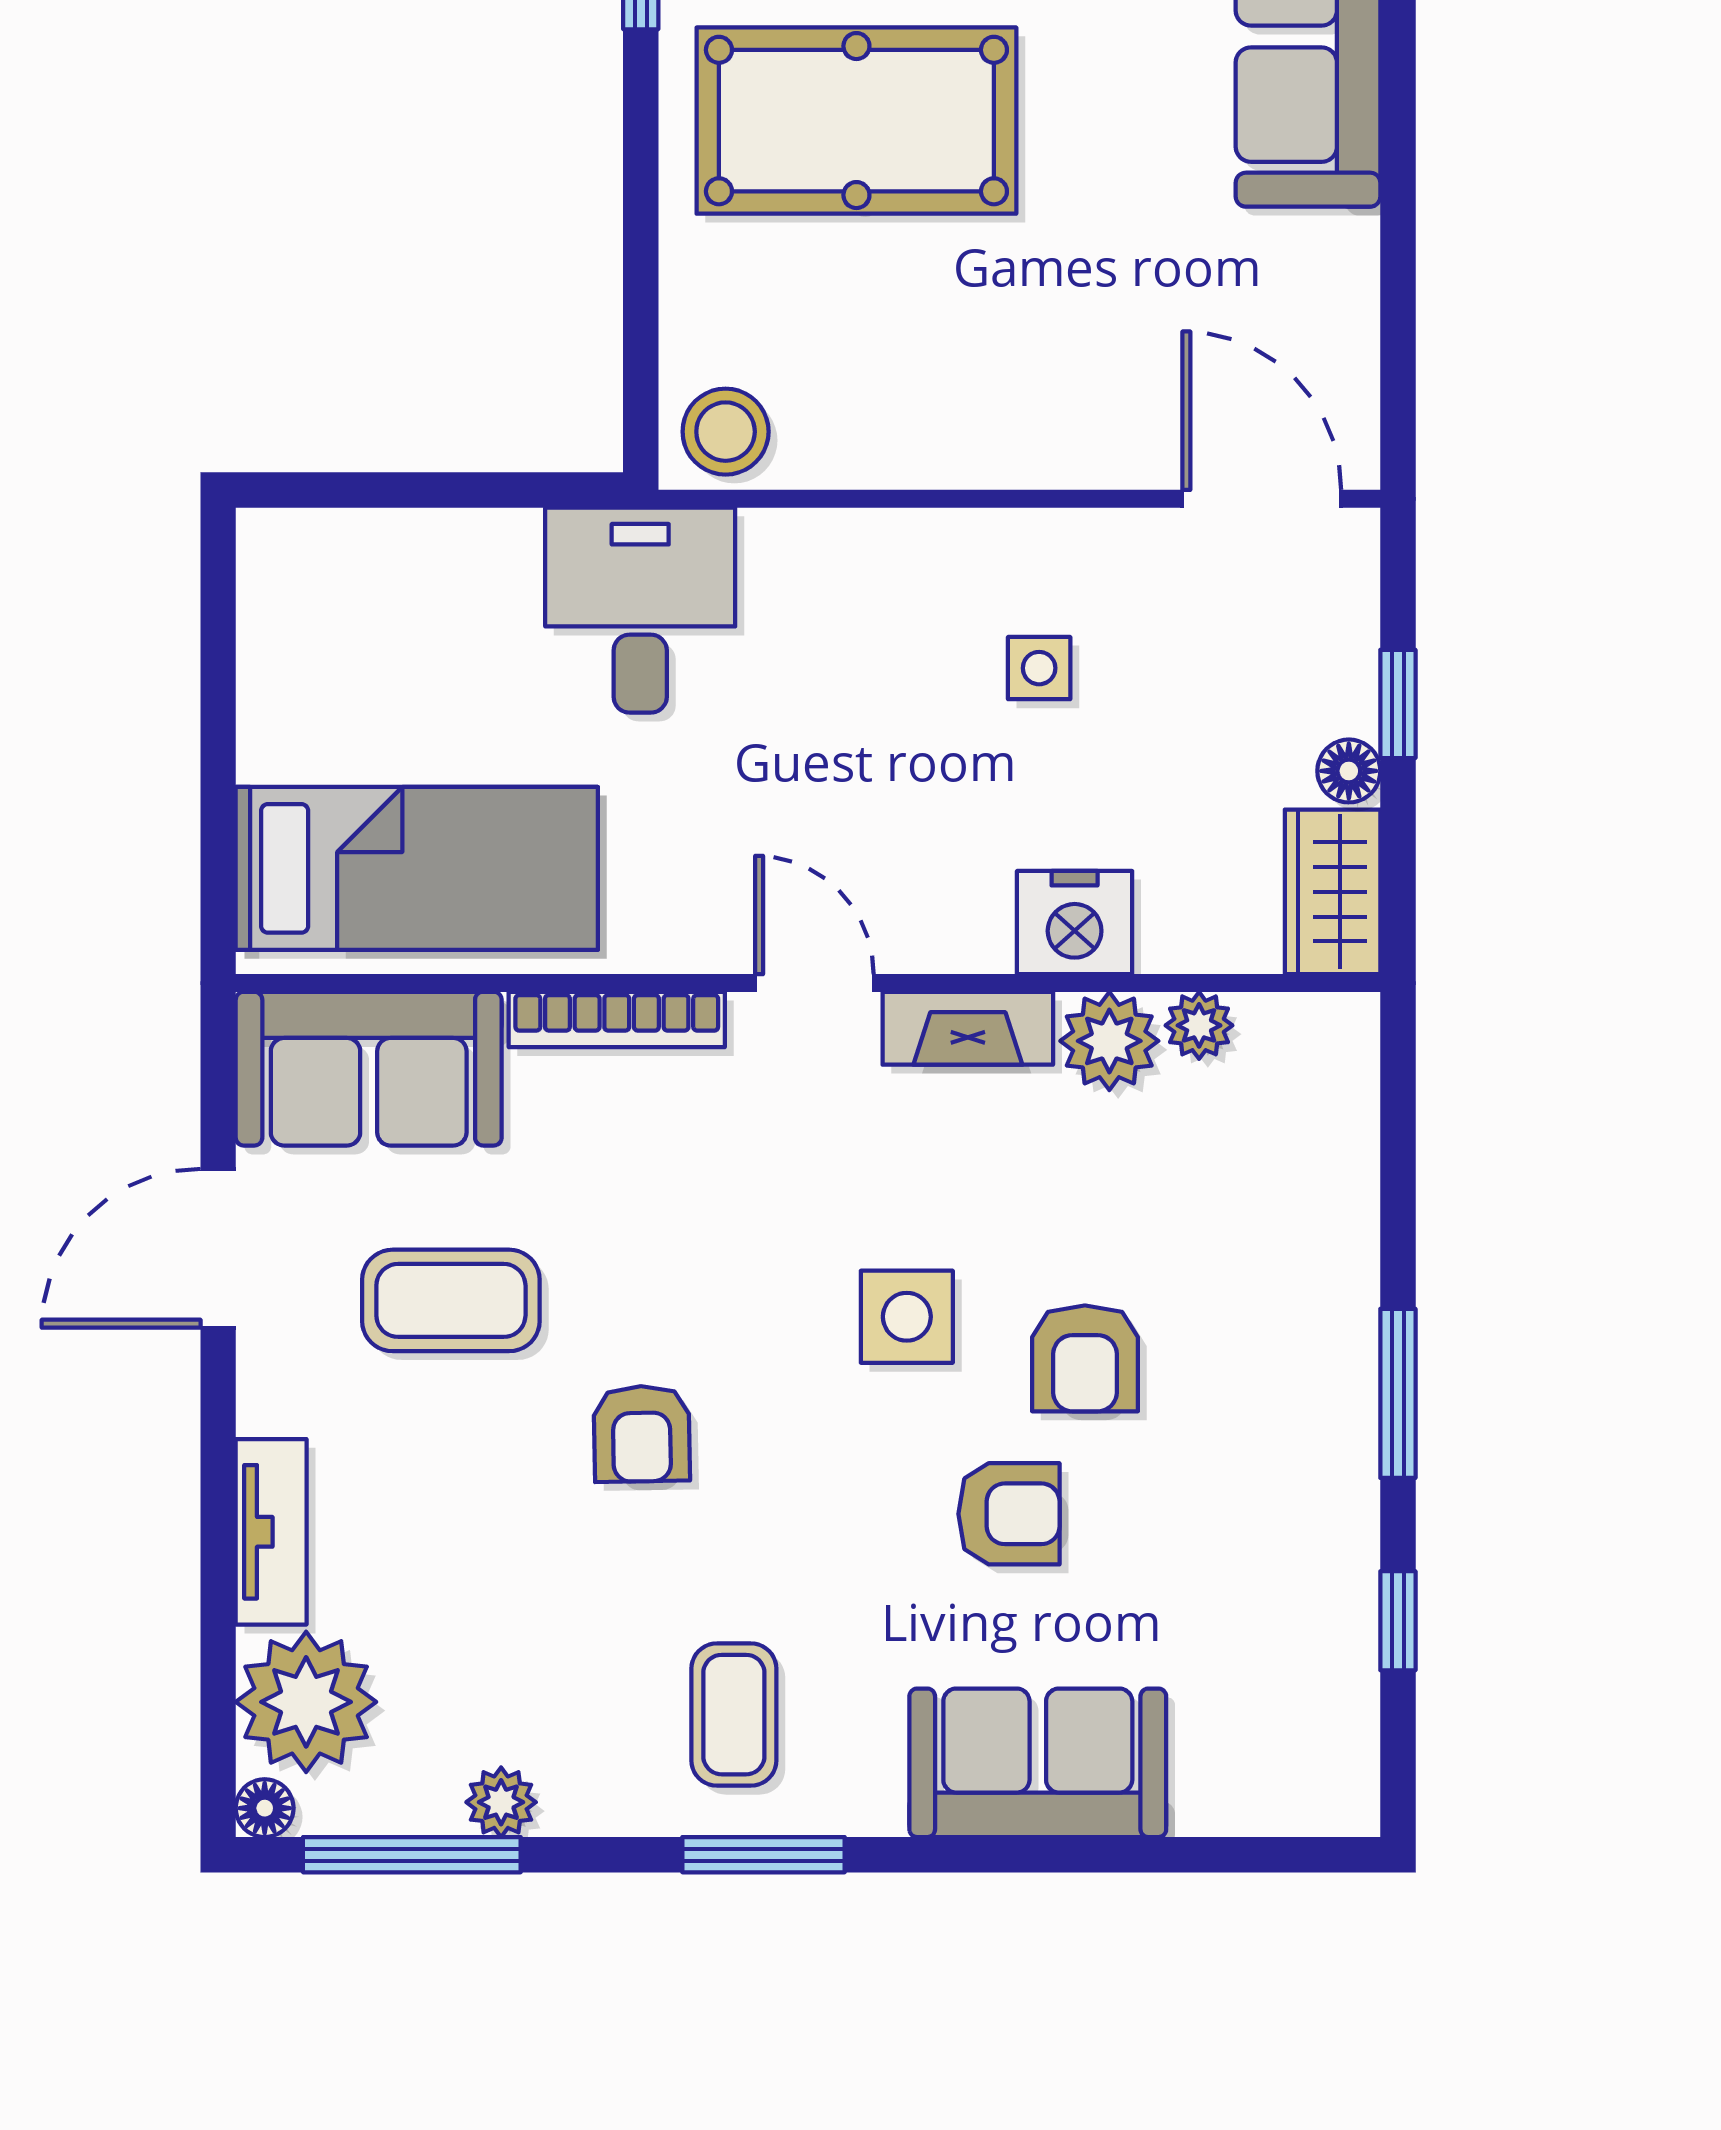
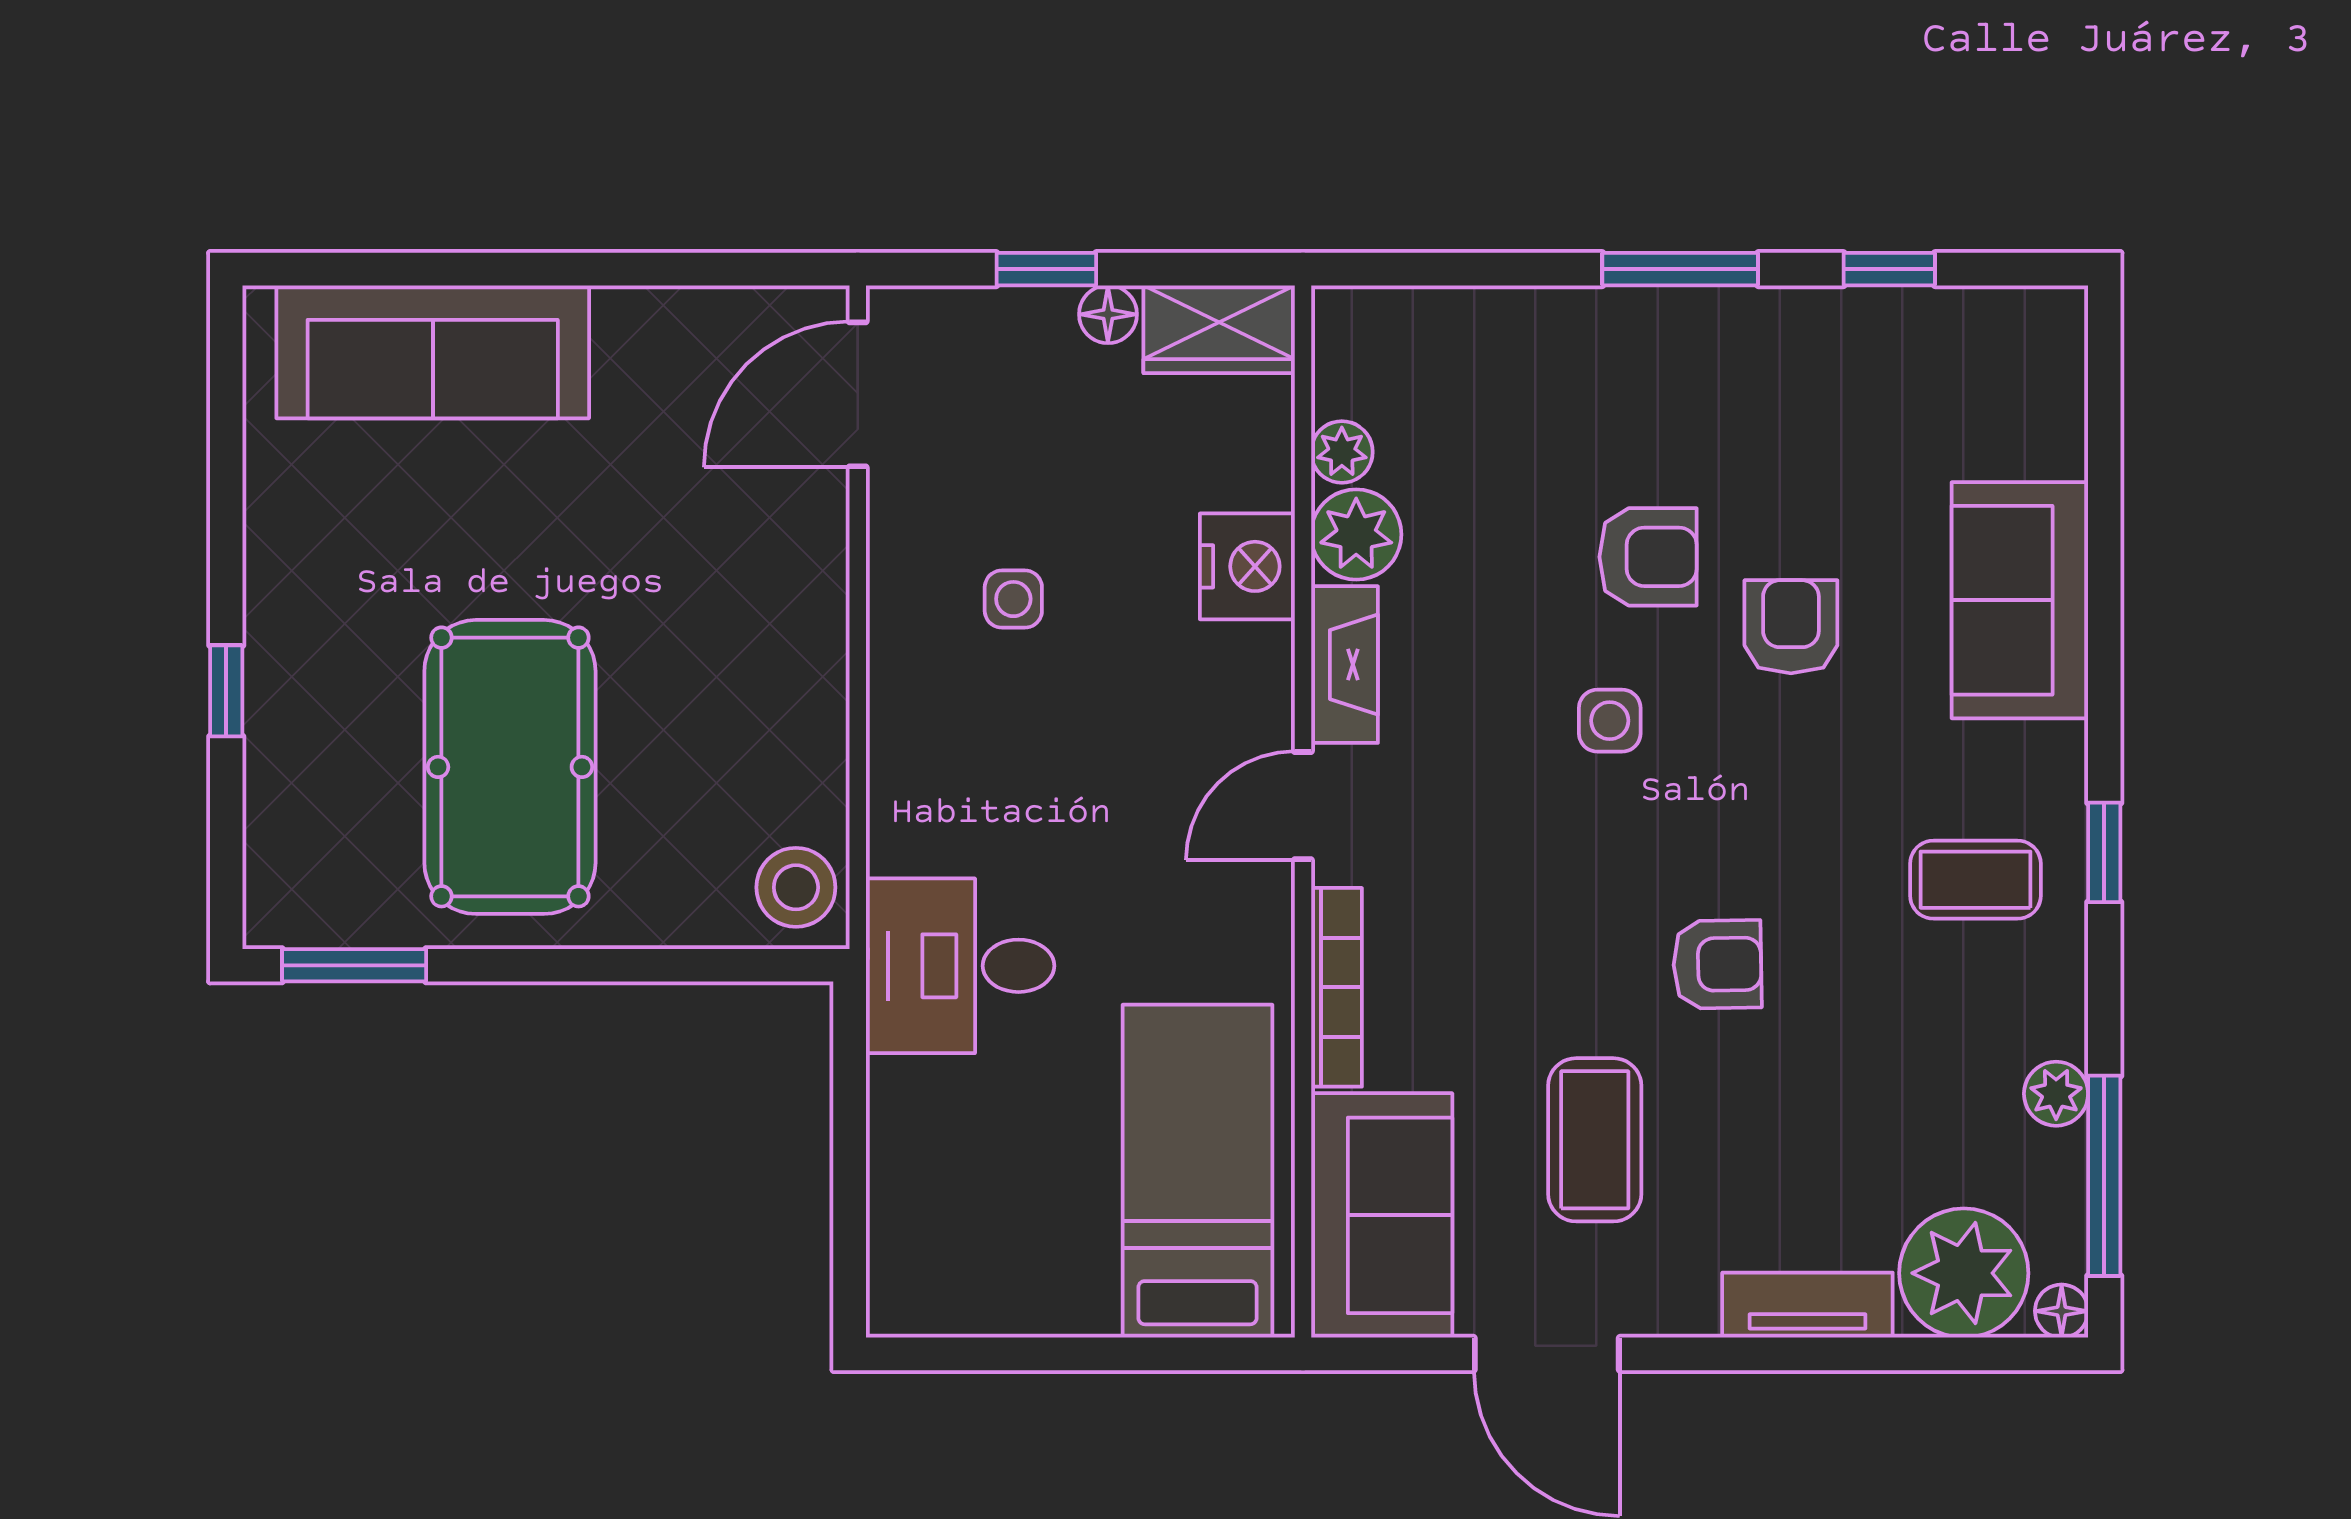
side table: (907, 1317) -> (1610, 721), width x0.73, depth x0.73
window: (763, 1855) -> (2104, 852), width x0.67

